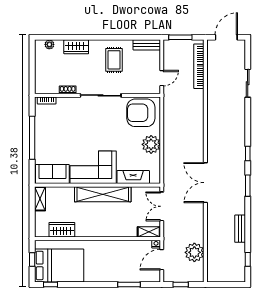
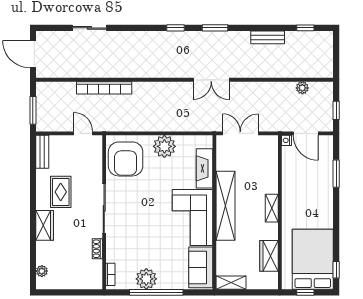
wardrobe: (76, 47) -> (45, 225), moved
rug: (114, 60) -> (61, 192), turned 90
bookcase: (199, 66) -> (104, 88), moved
plant: (43, 130) -> (146, 279), added
double door: (205, 183) -> (211, 80), width x0.73
double door: (162, 206) -> (240, 133), swing flipped
shelving: (149, 232) -> (272, 208), moved
plant: (194, 252) -> (302, 88), width x0.53, depth x0.53

